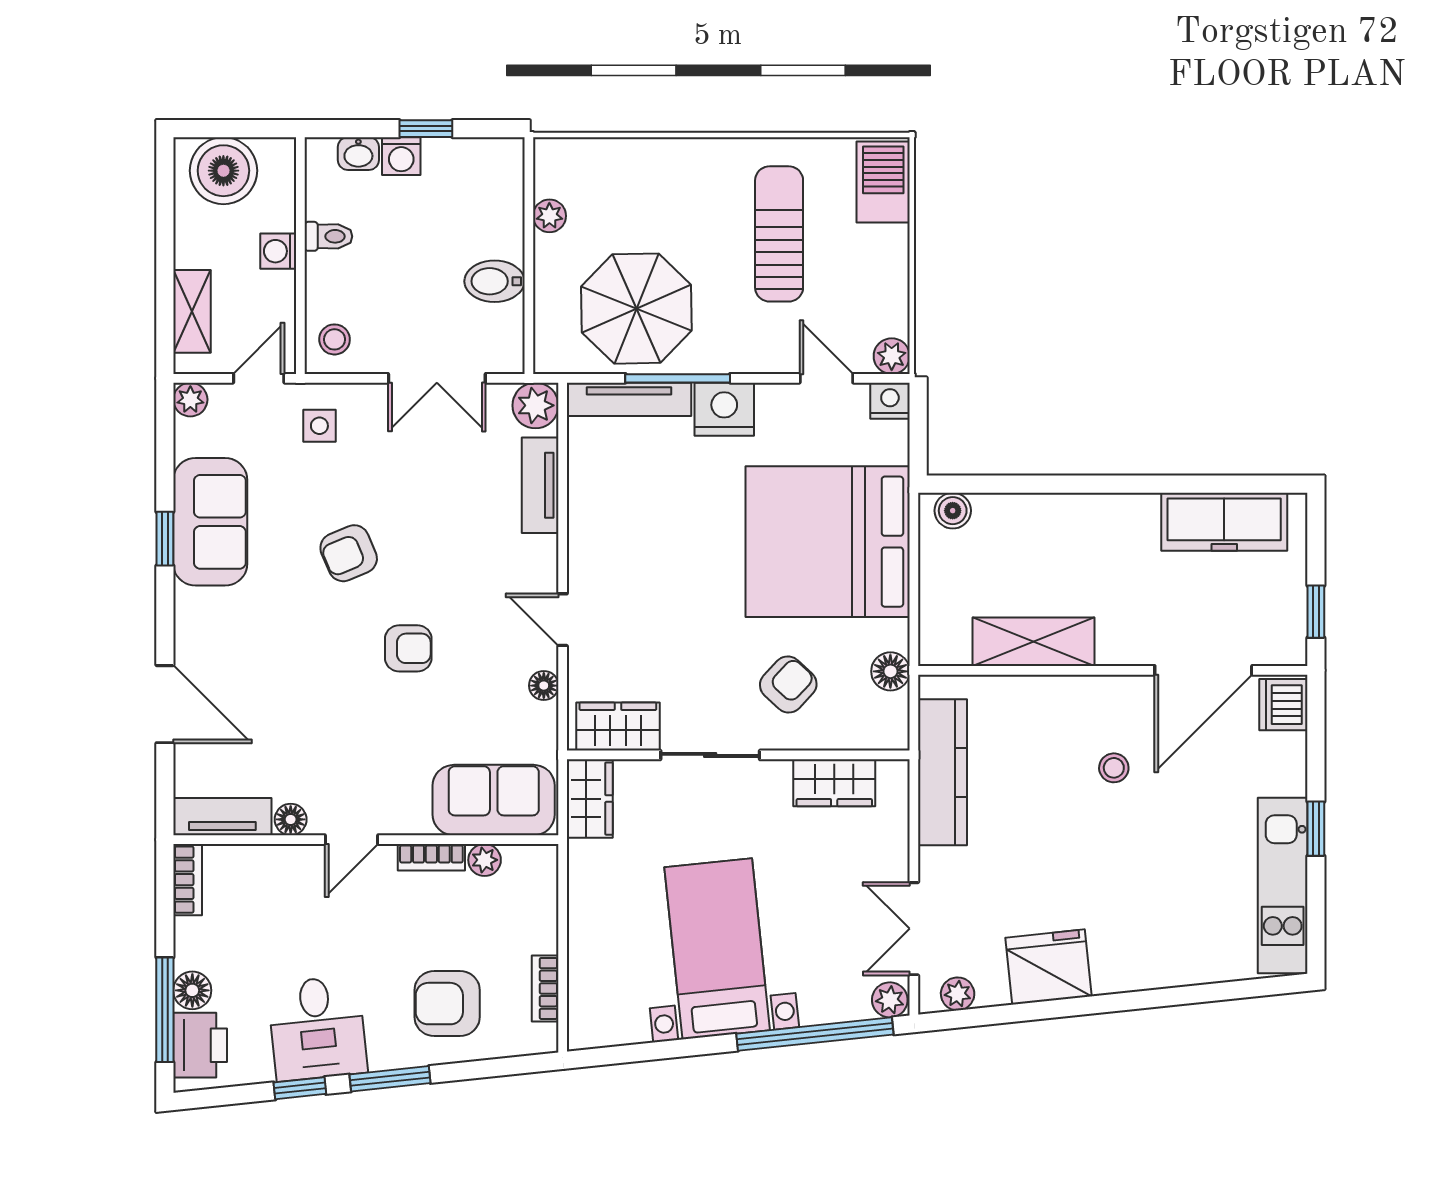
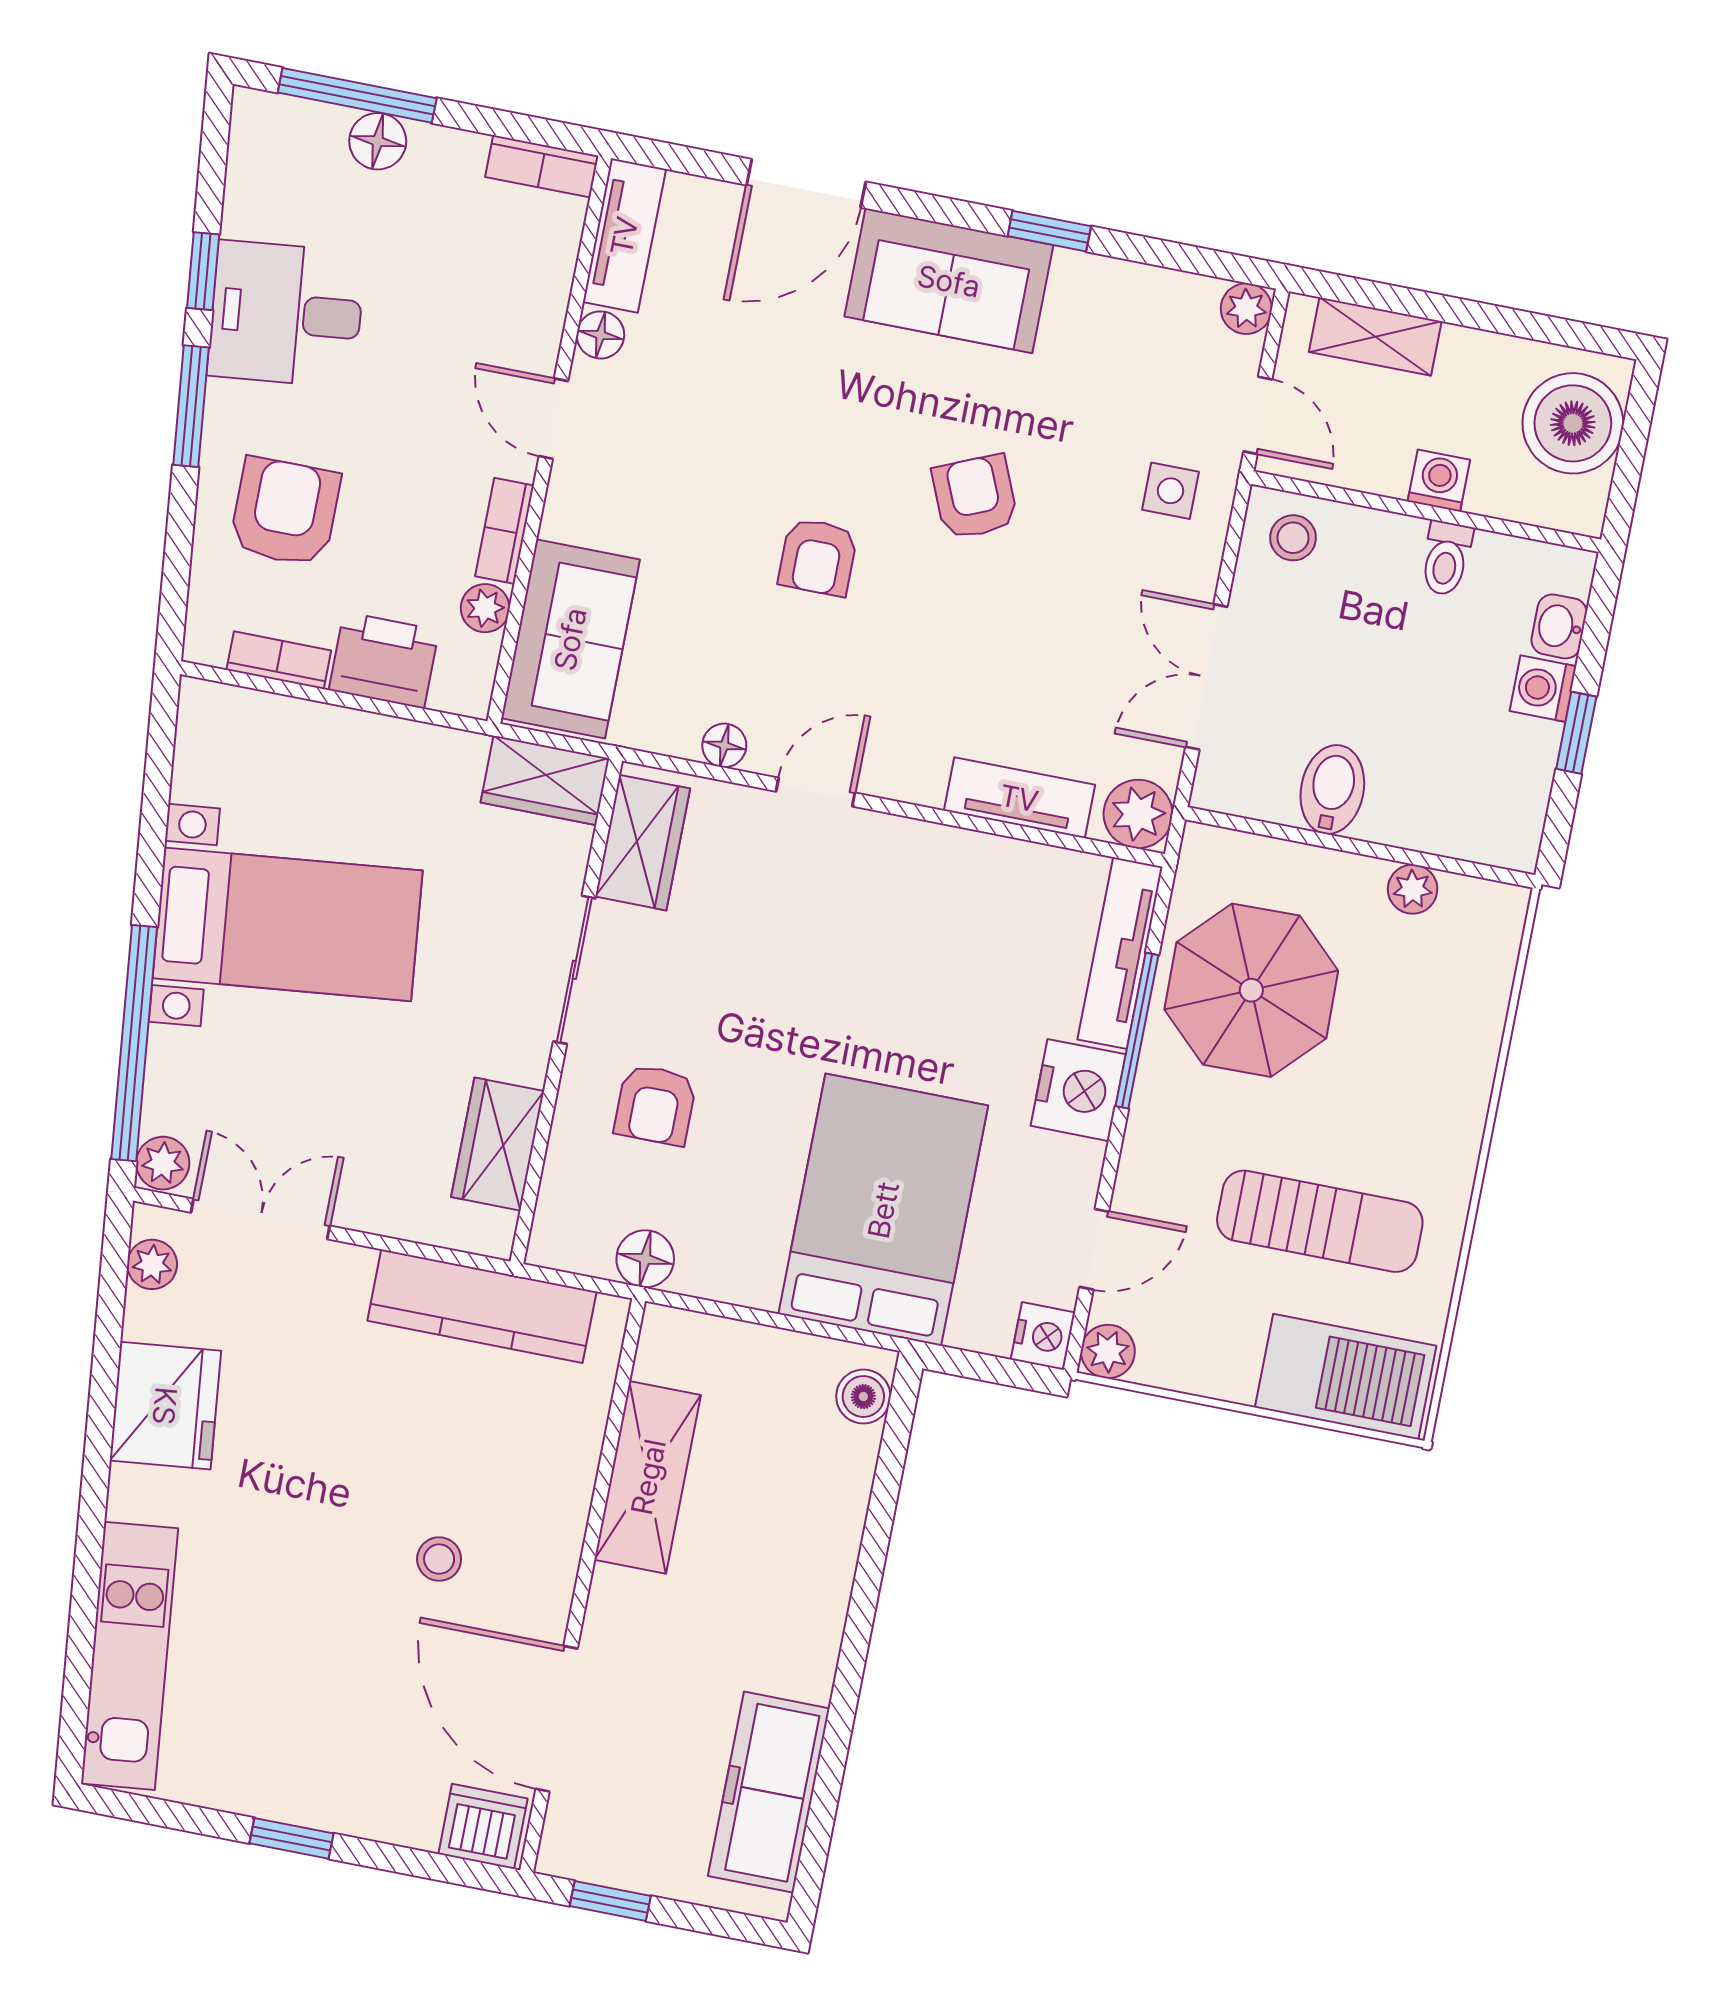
barbecue: (883, 182) -> (1346, 1377), width x1.37, depth x1.21
sofa: (210, 522) -> (949, 281), moved
bed: (828, 542) -> (883, 1210), width x0.73
armchair: (788, 685) -> (655, 1105), turned 47
kitchen unit: (1283, 886) -> (129, 1656), moved, turned 84
printer: (200, 1045) -> (384, 660), moved, turned 180

